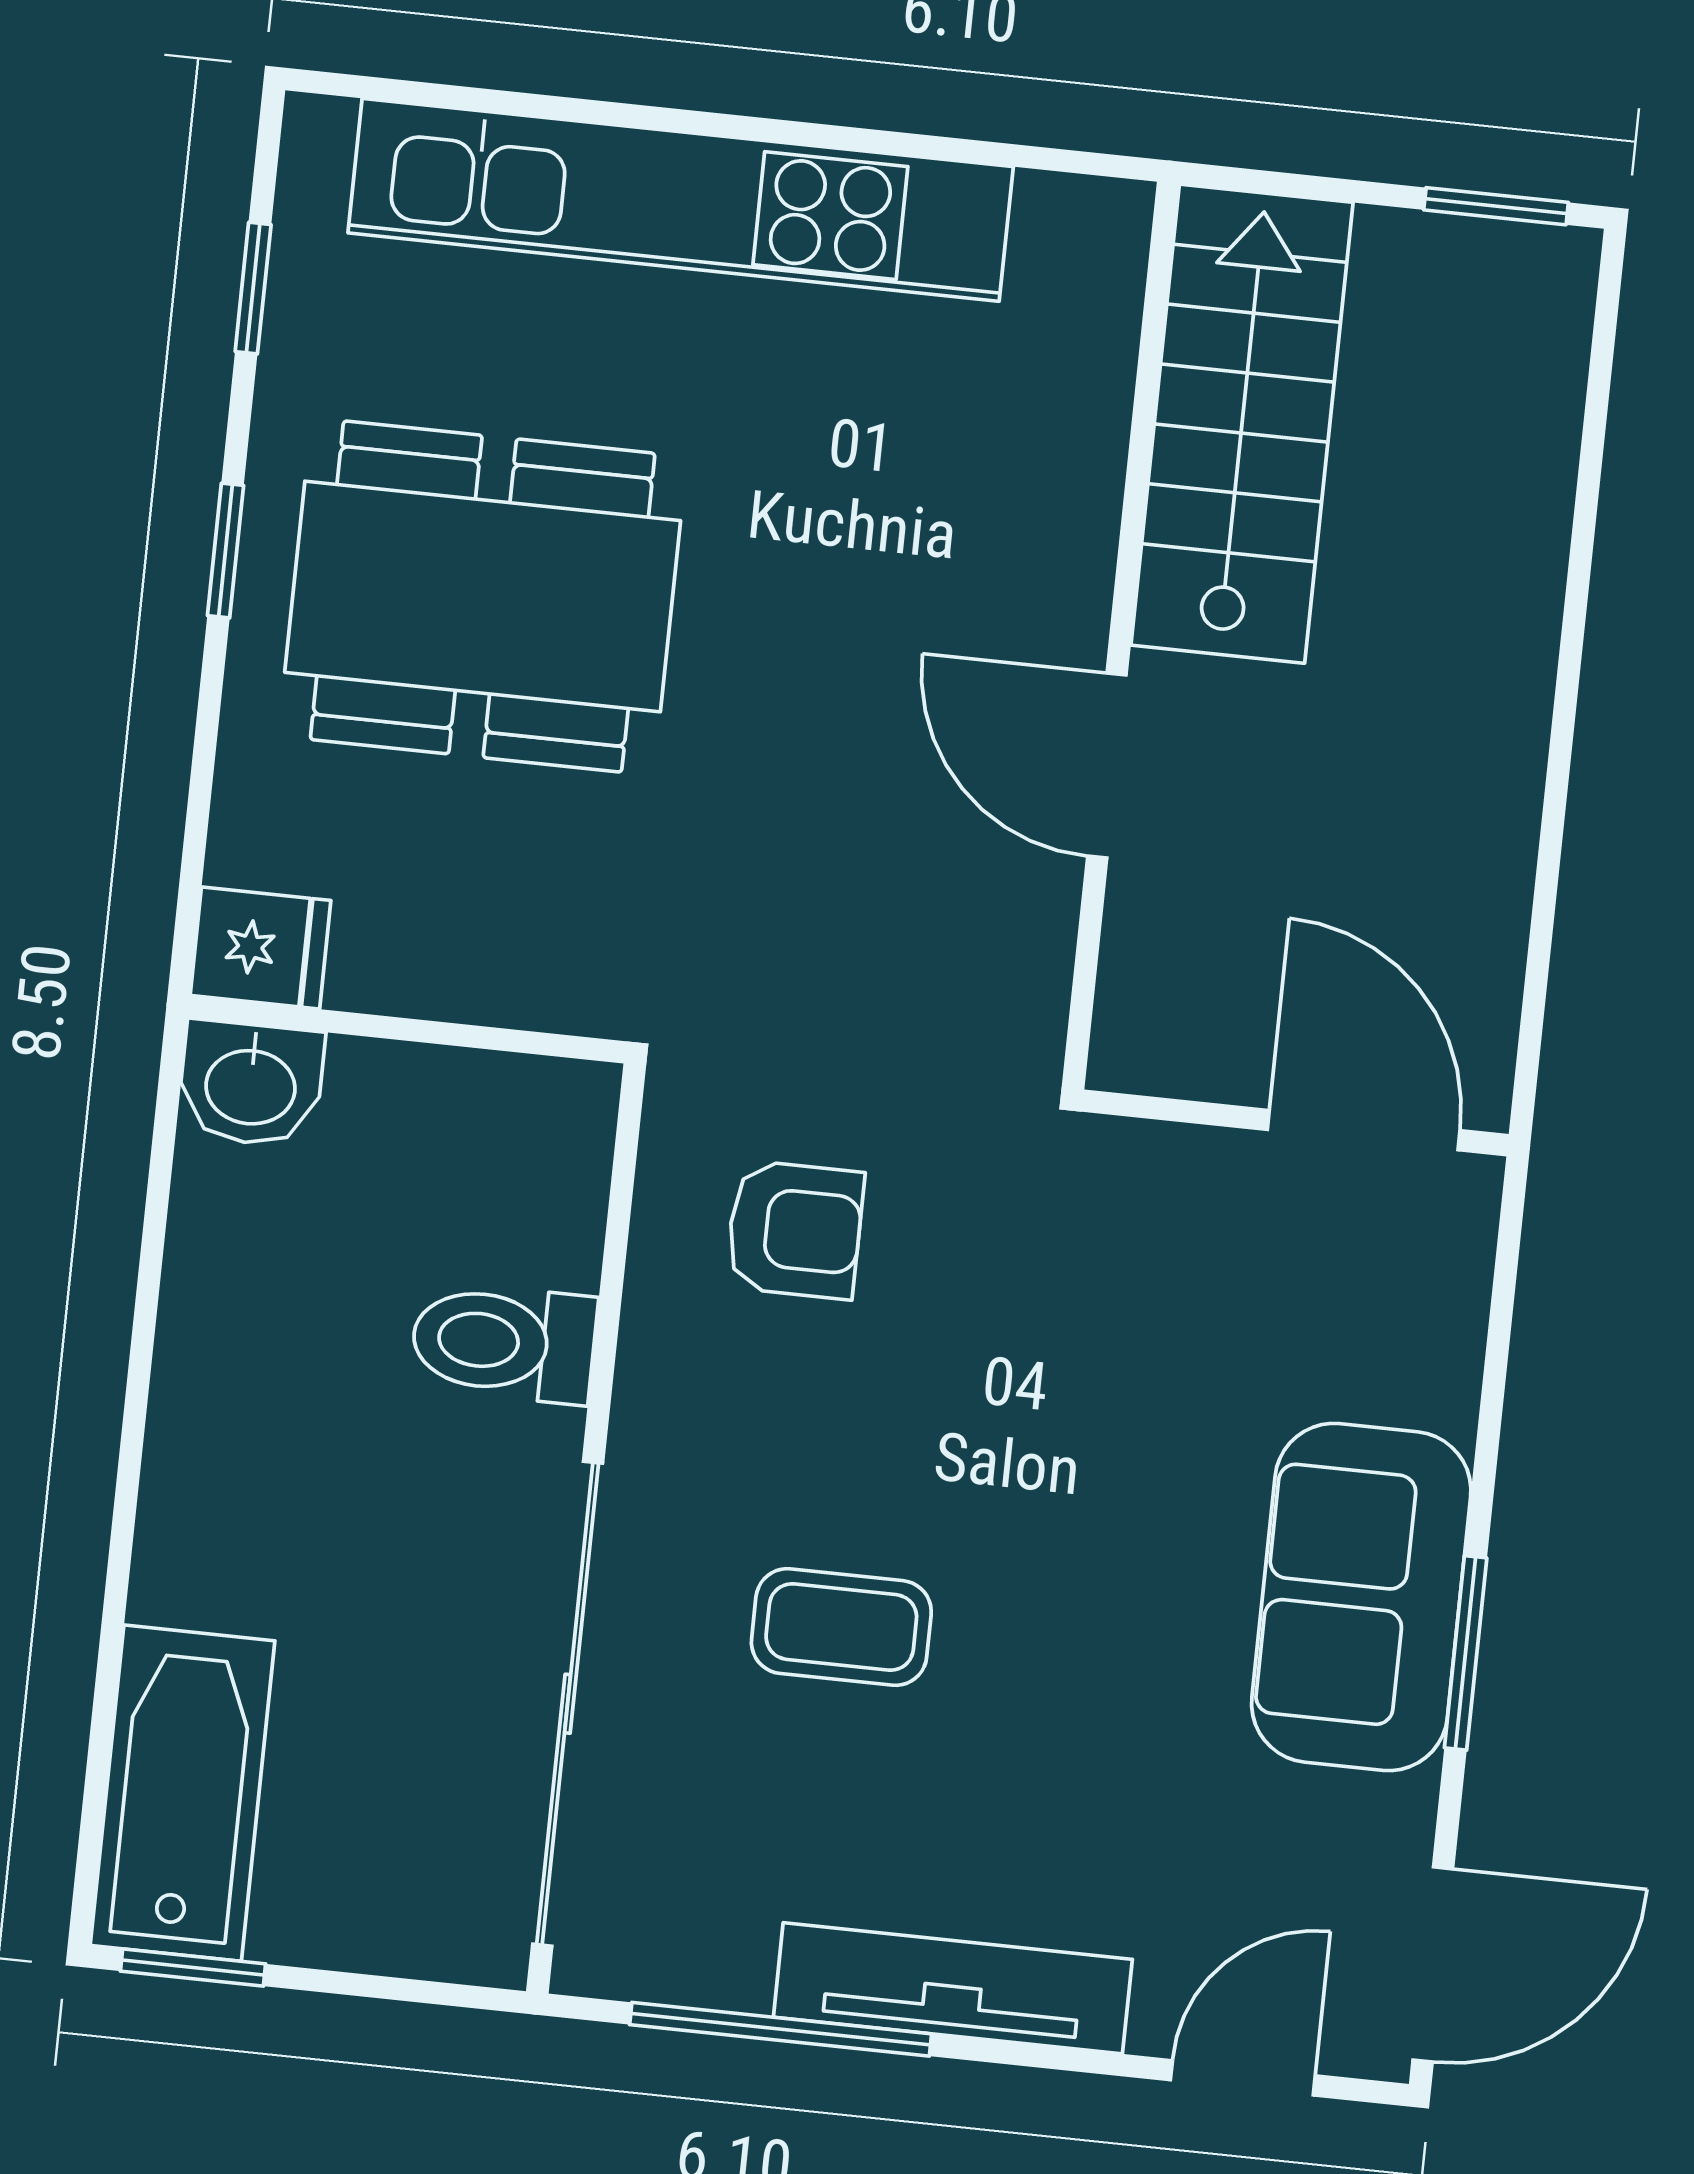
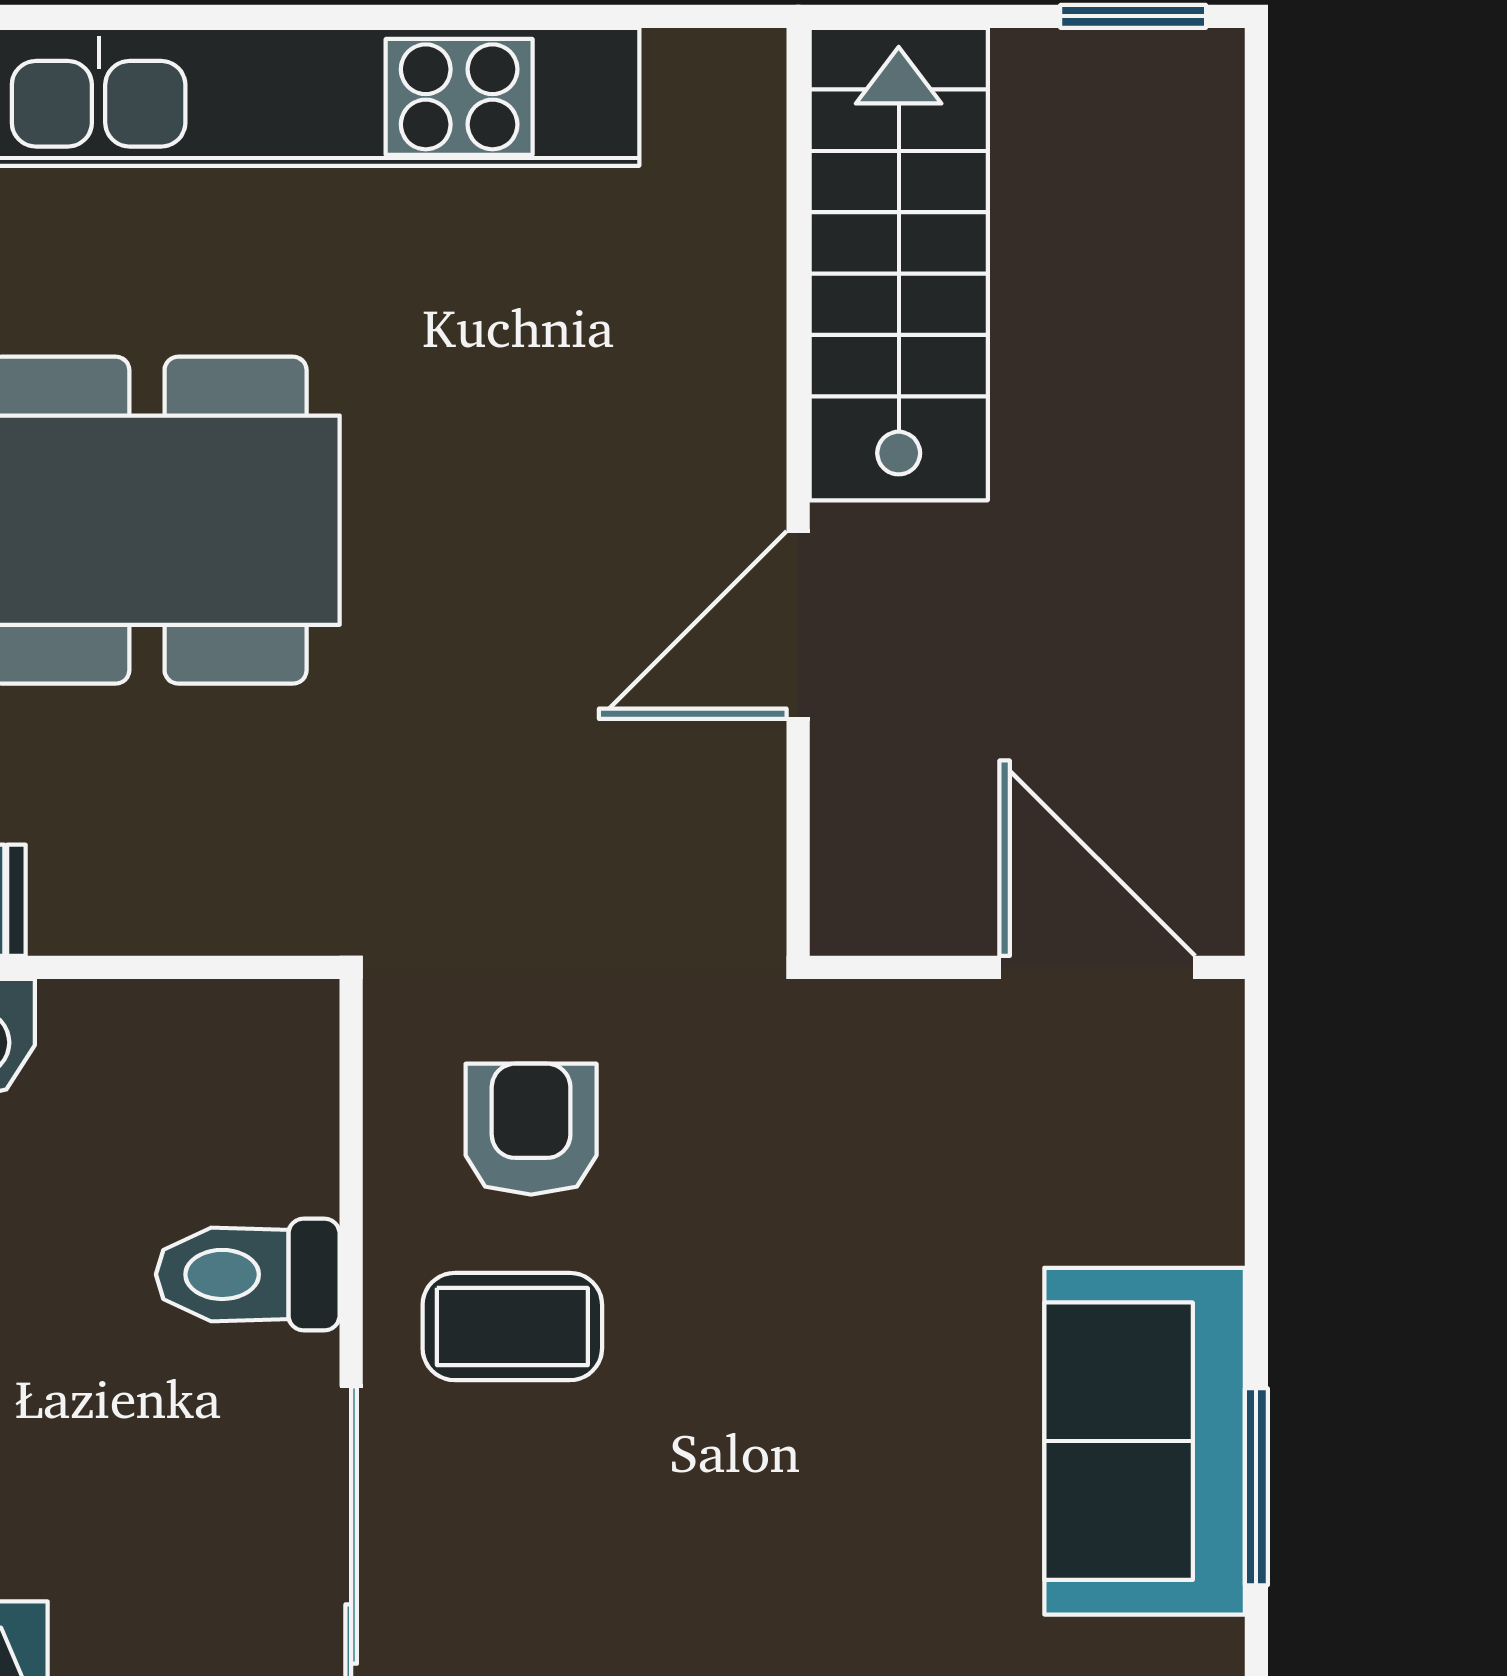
door: (1107, 765) -> (798, 625), hinge flipped
armchair: (795, 1230) -> (531, 1129), turned -90
coffee table: (841, 1627) -> (512, 1327), moved

